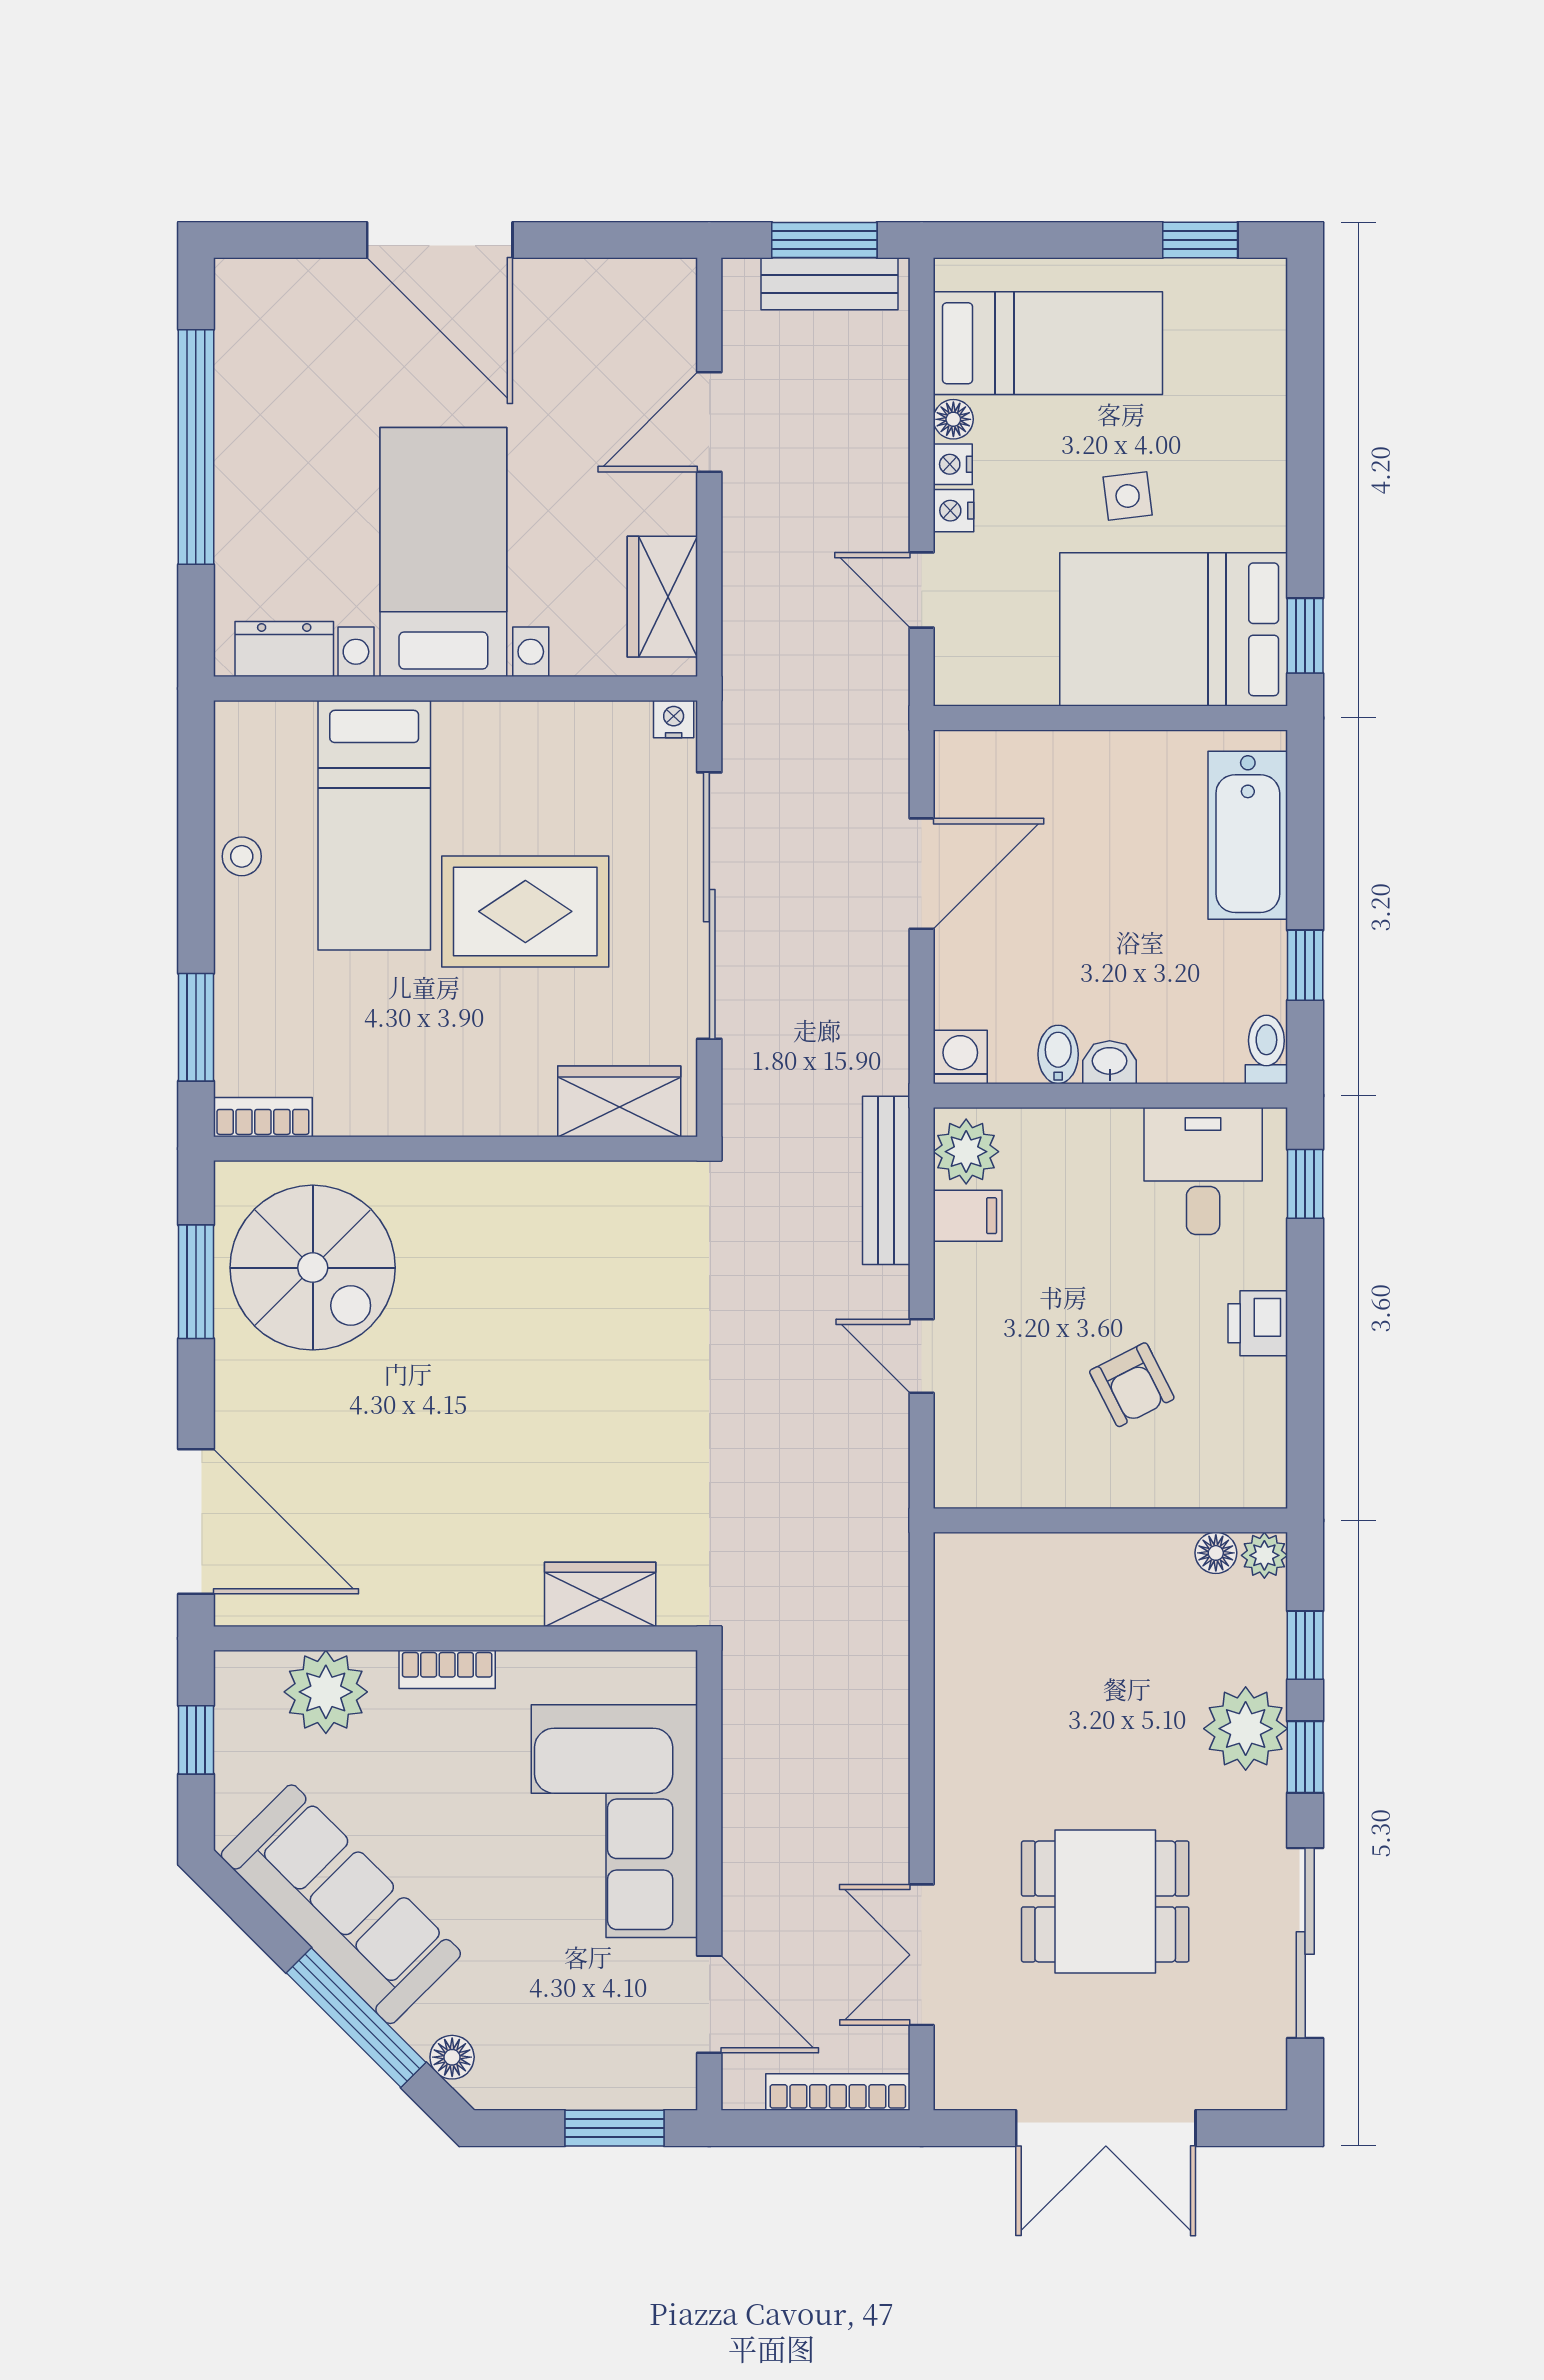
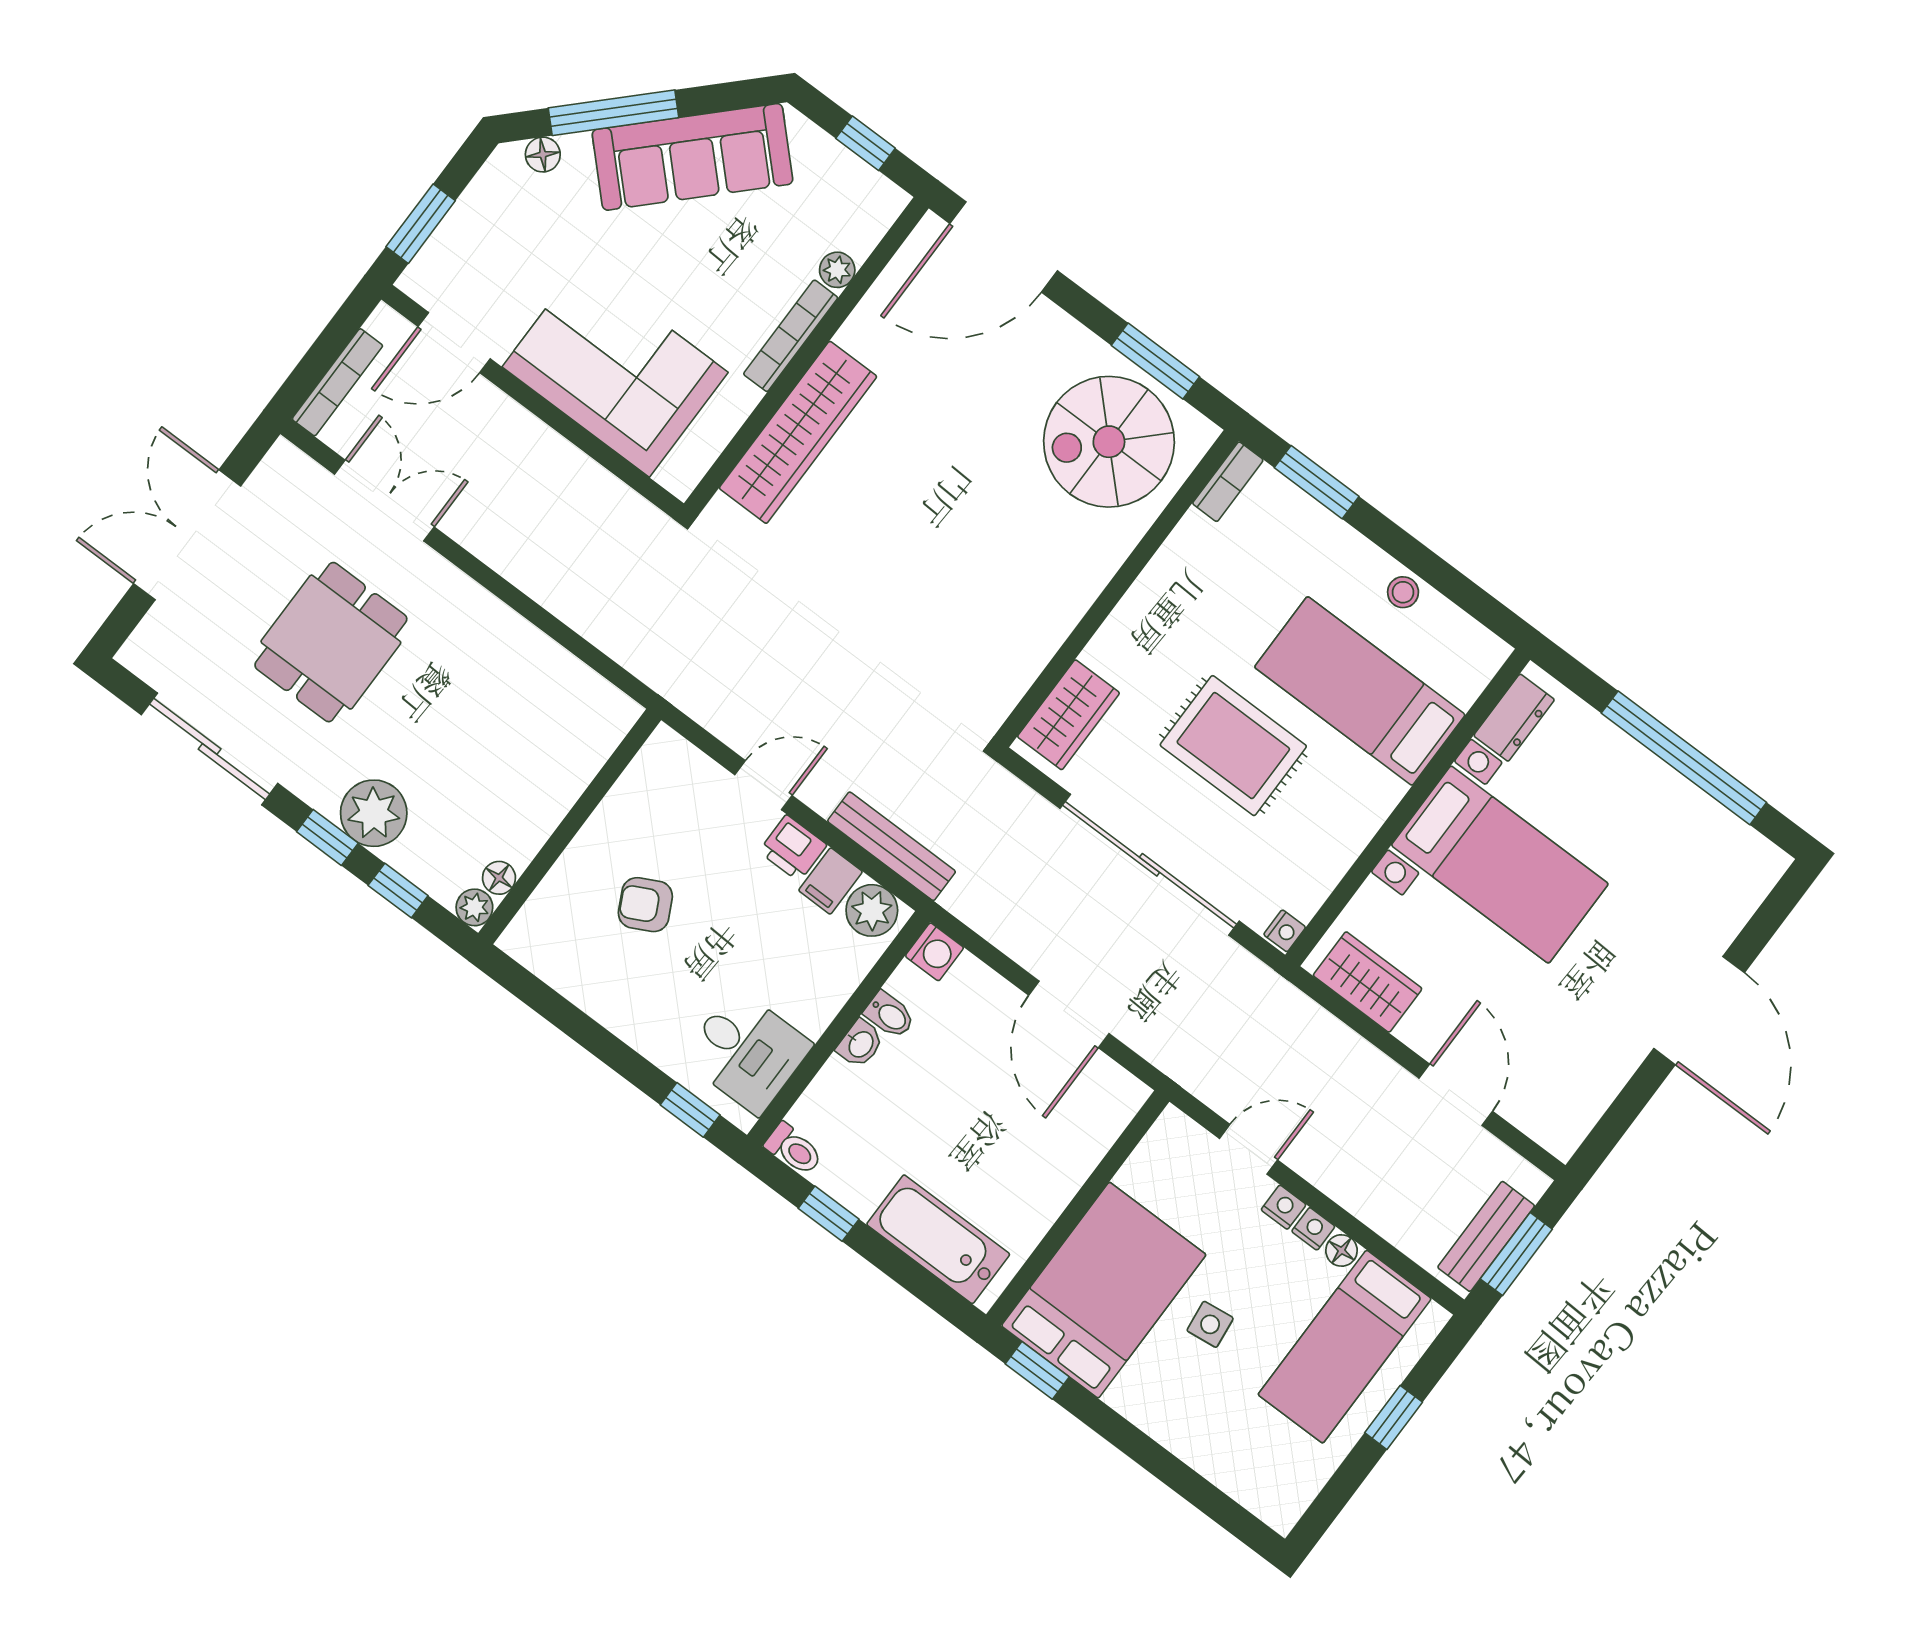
door: (440, 240) -> (1699, 1011), swing flipped
window: (1200, 240) -> (1394, 1417), moved
rug: (525, 911) -> (1233, 746), turned 90
printer: (1258, 1323) -> (793, 848), moved, turned 180
wardrobe: (600, 1594) -> (798, 432), width x2.10, depth x1.17
bookcase: (447, 1669) -> (791, 336), width x1.56
plant: (326, 1692) -> (837, 270), width x0.53, depth x0.53

